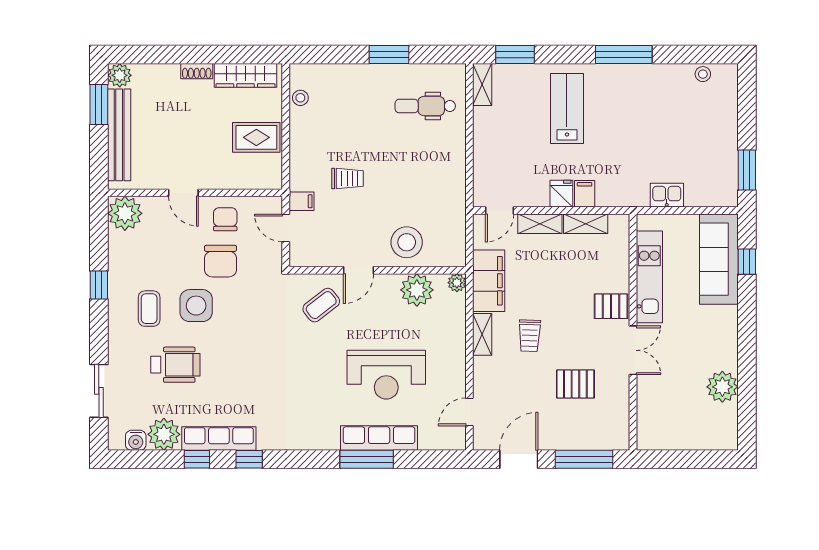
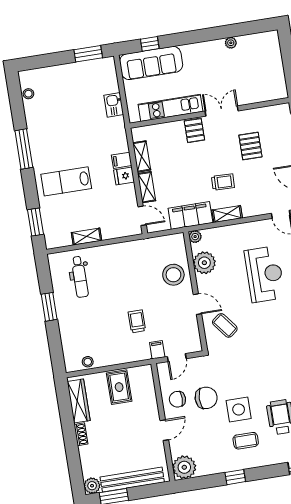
shelving: (482, 85) -> (86, 237), moved
plant: (722, 387) -> (231, 43), width x0.53, depth x0.53

